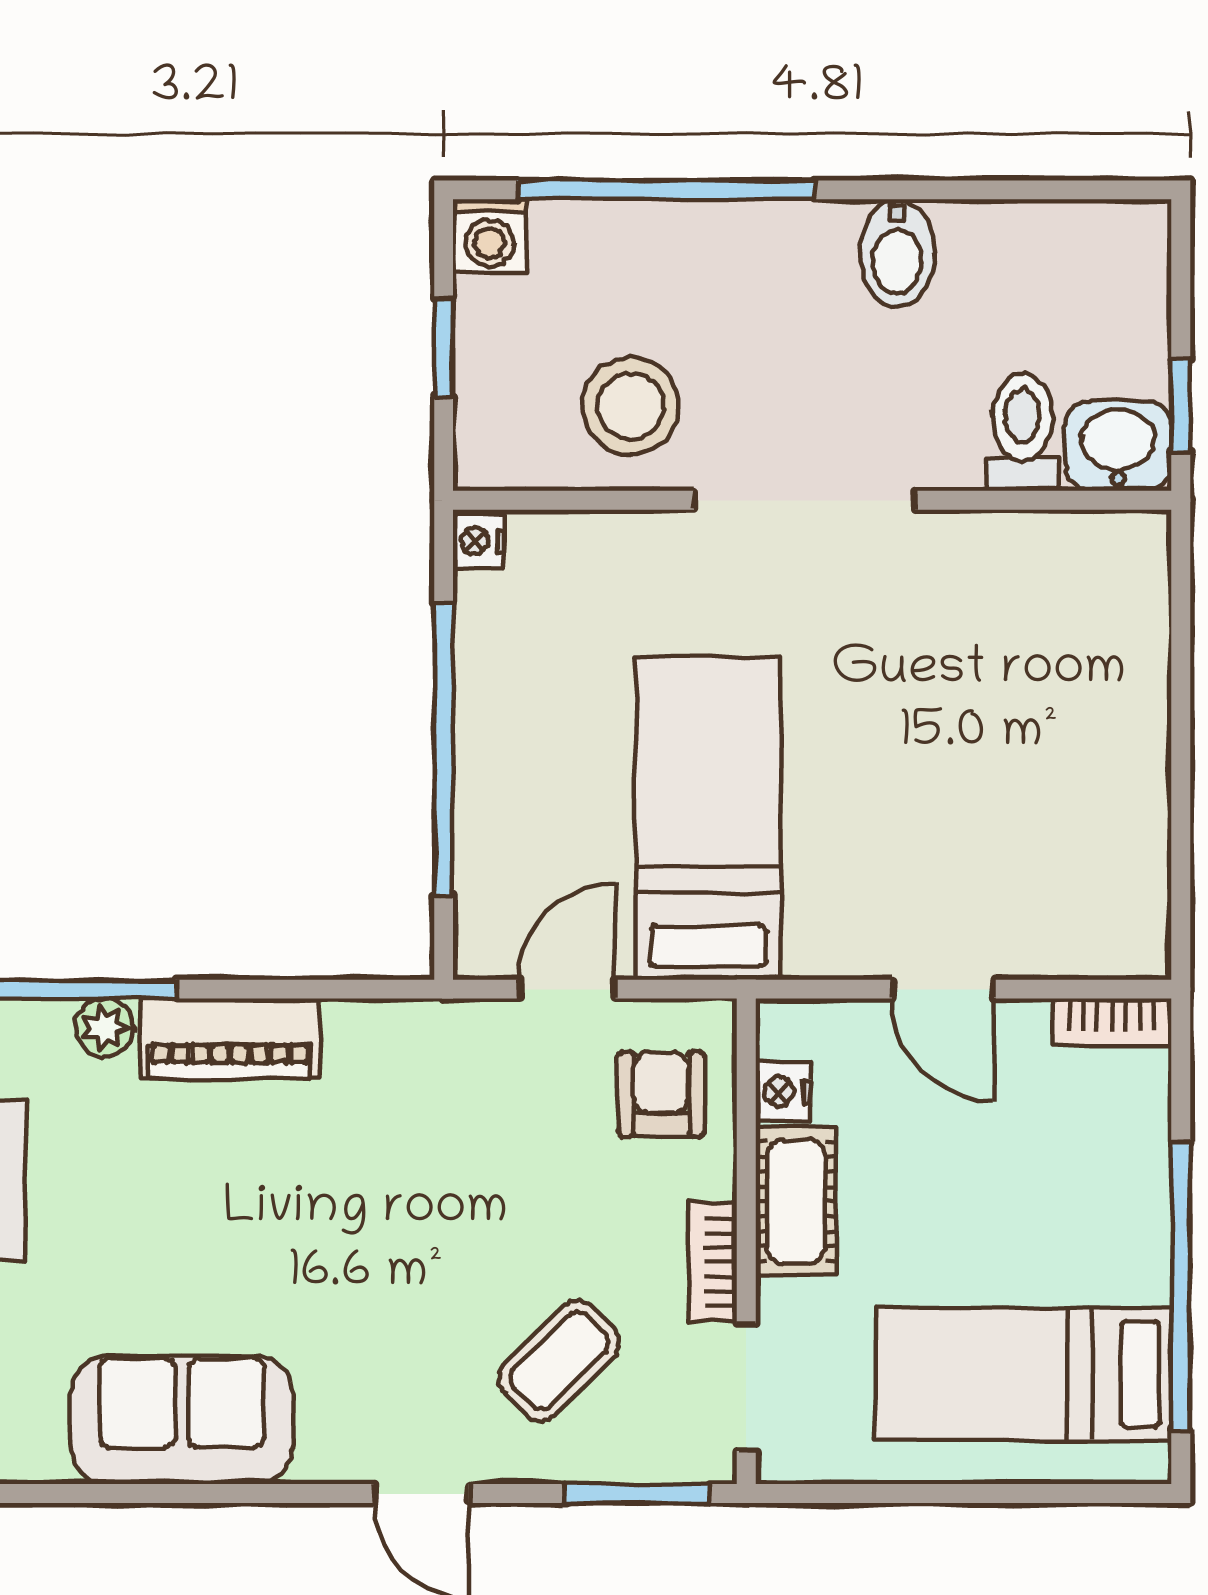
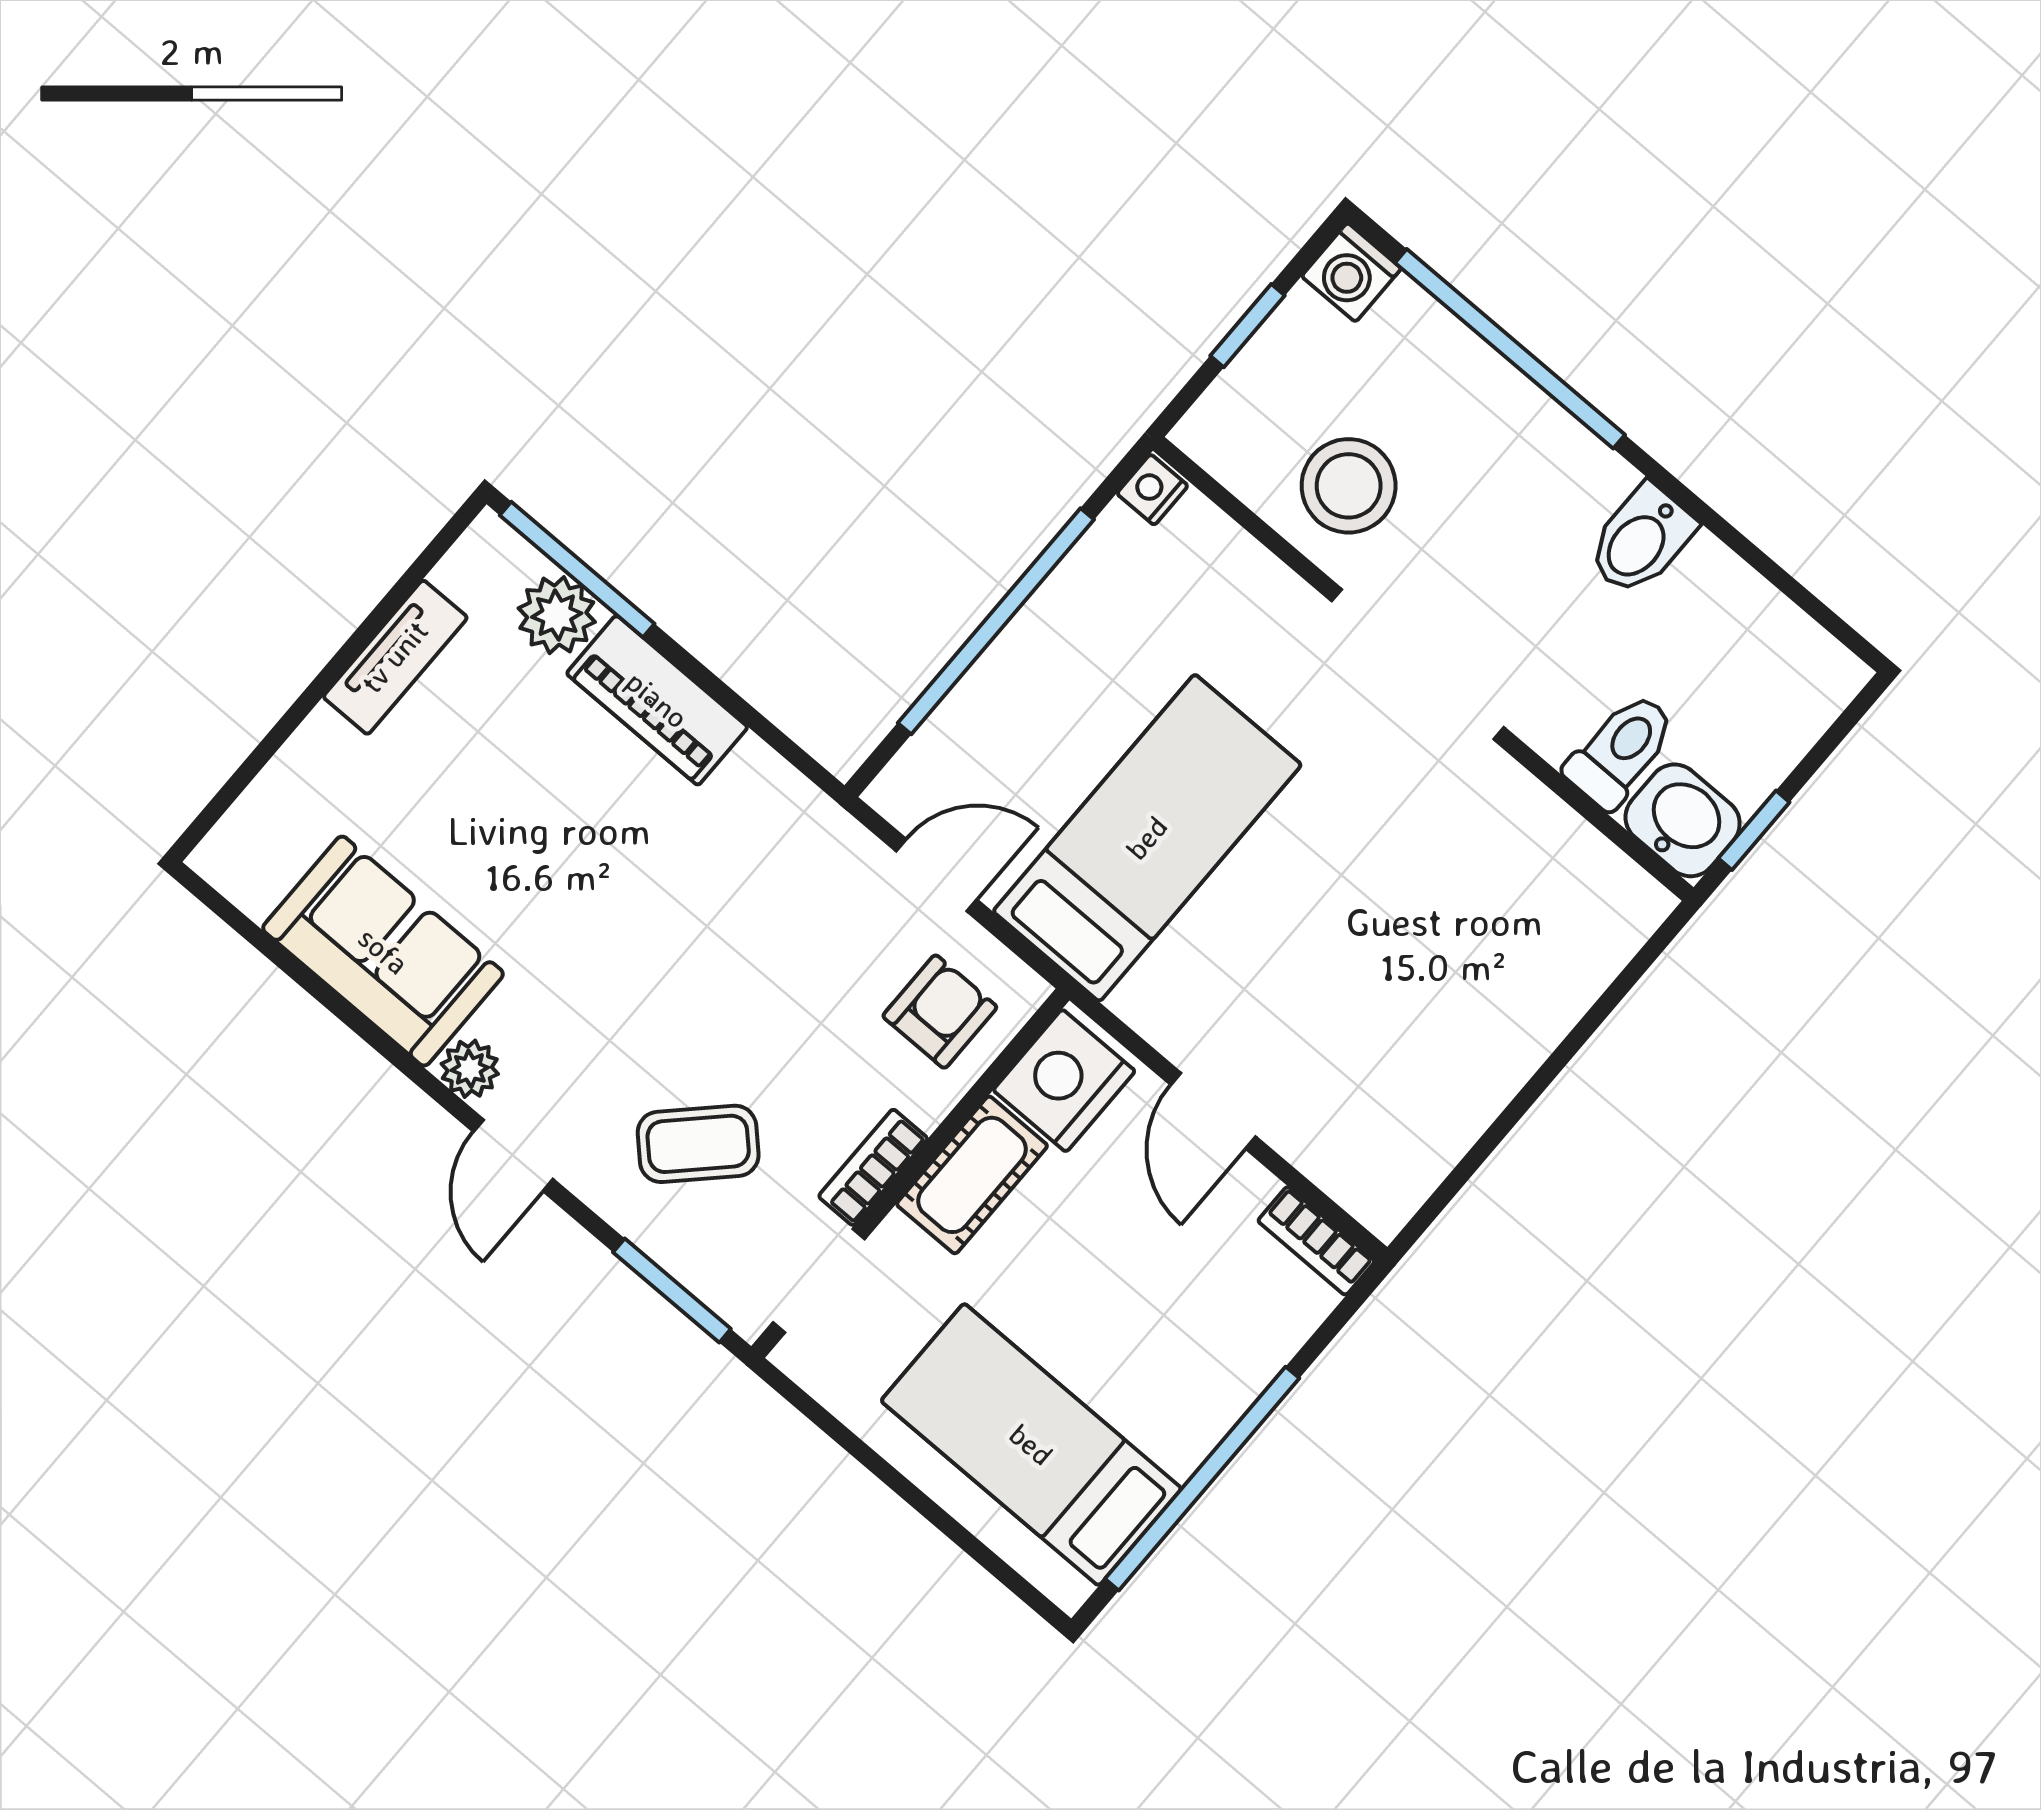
plant: (105, 1028) -> (557, 615), width x1.38, depth x1.38
nightstand: (783, 1091) -> (1064, 1081), width x1.89, depth x1.79
plant: (329, 1454) -> (470, 1069), added

